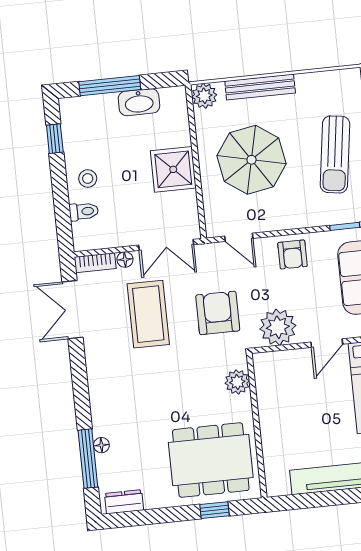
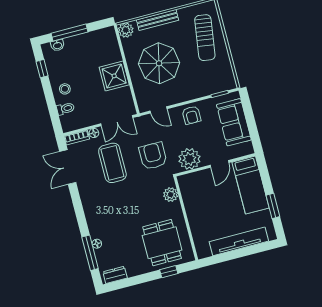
washbasin: (139, 102) -> (58, 45), moved, width x0.52, depth x0.69
sun lounger: (335, 154) -> (205, 38), moved
dining table: (211, 460) -> (162, 243), width x0.73

